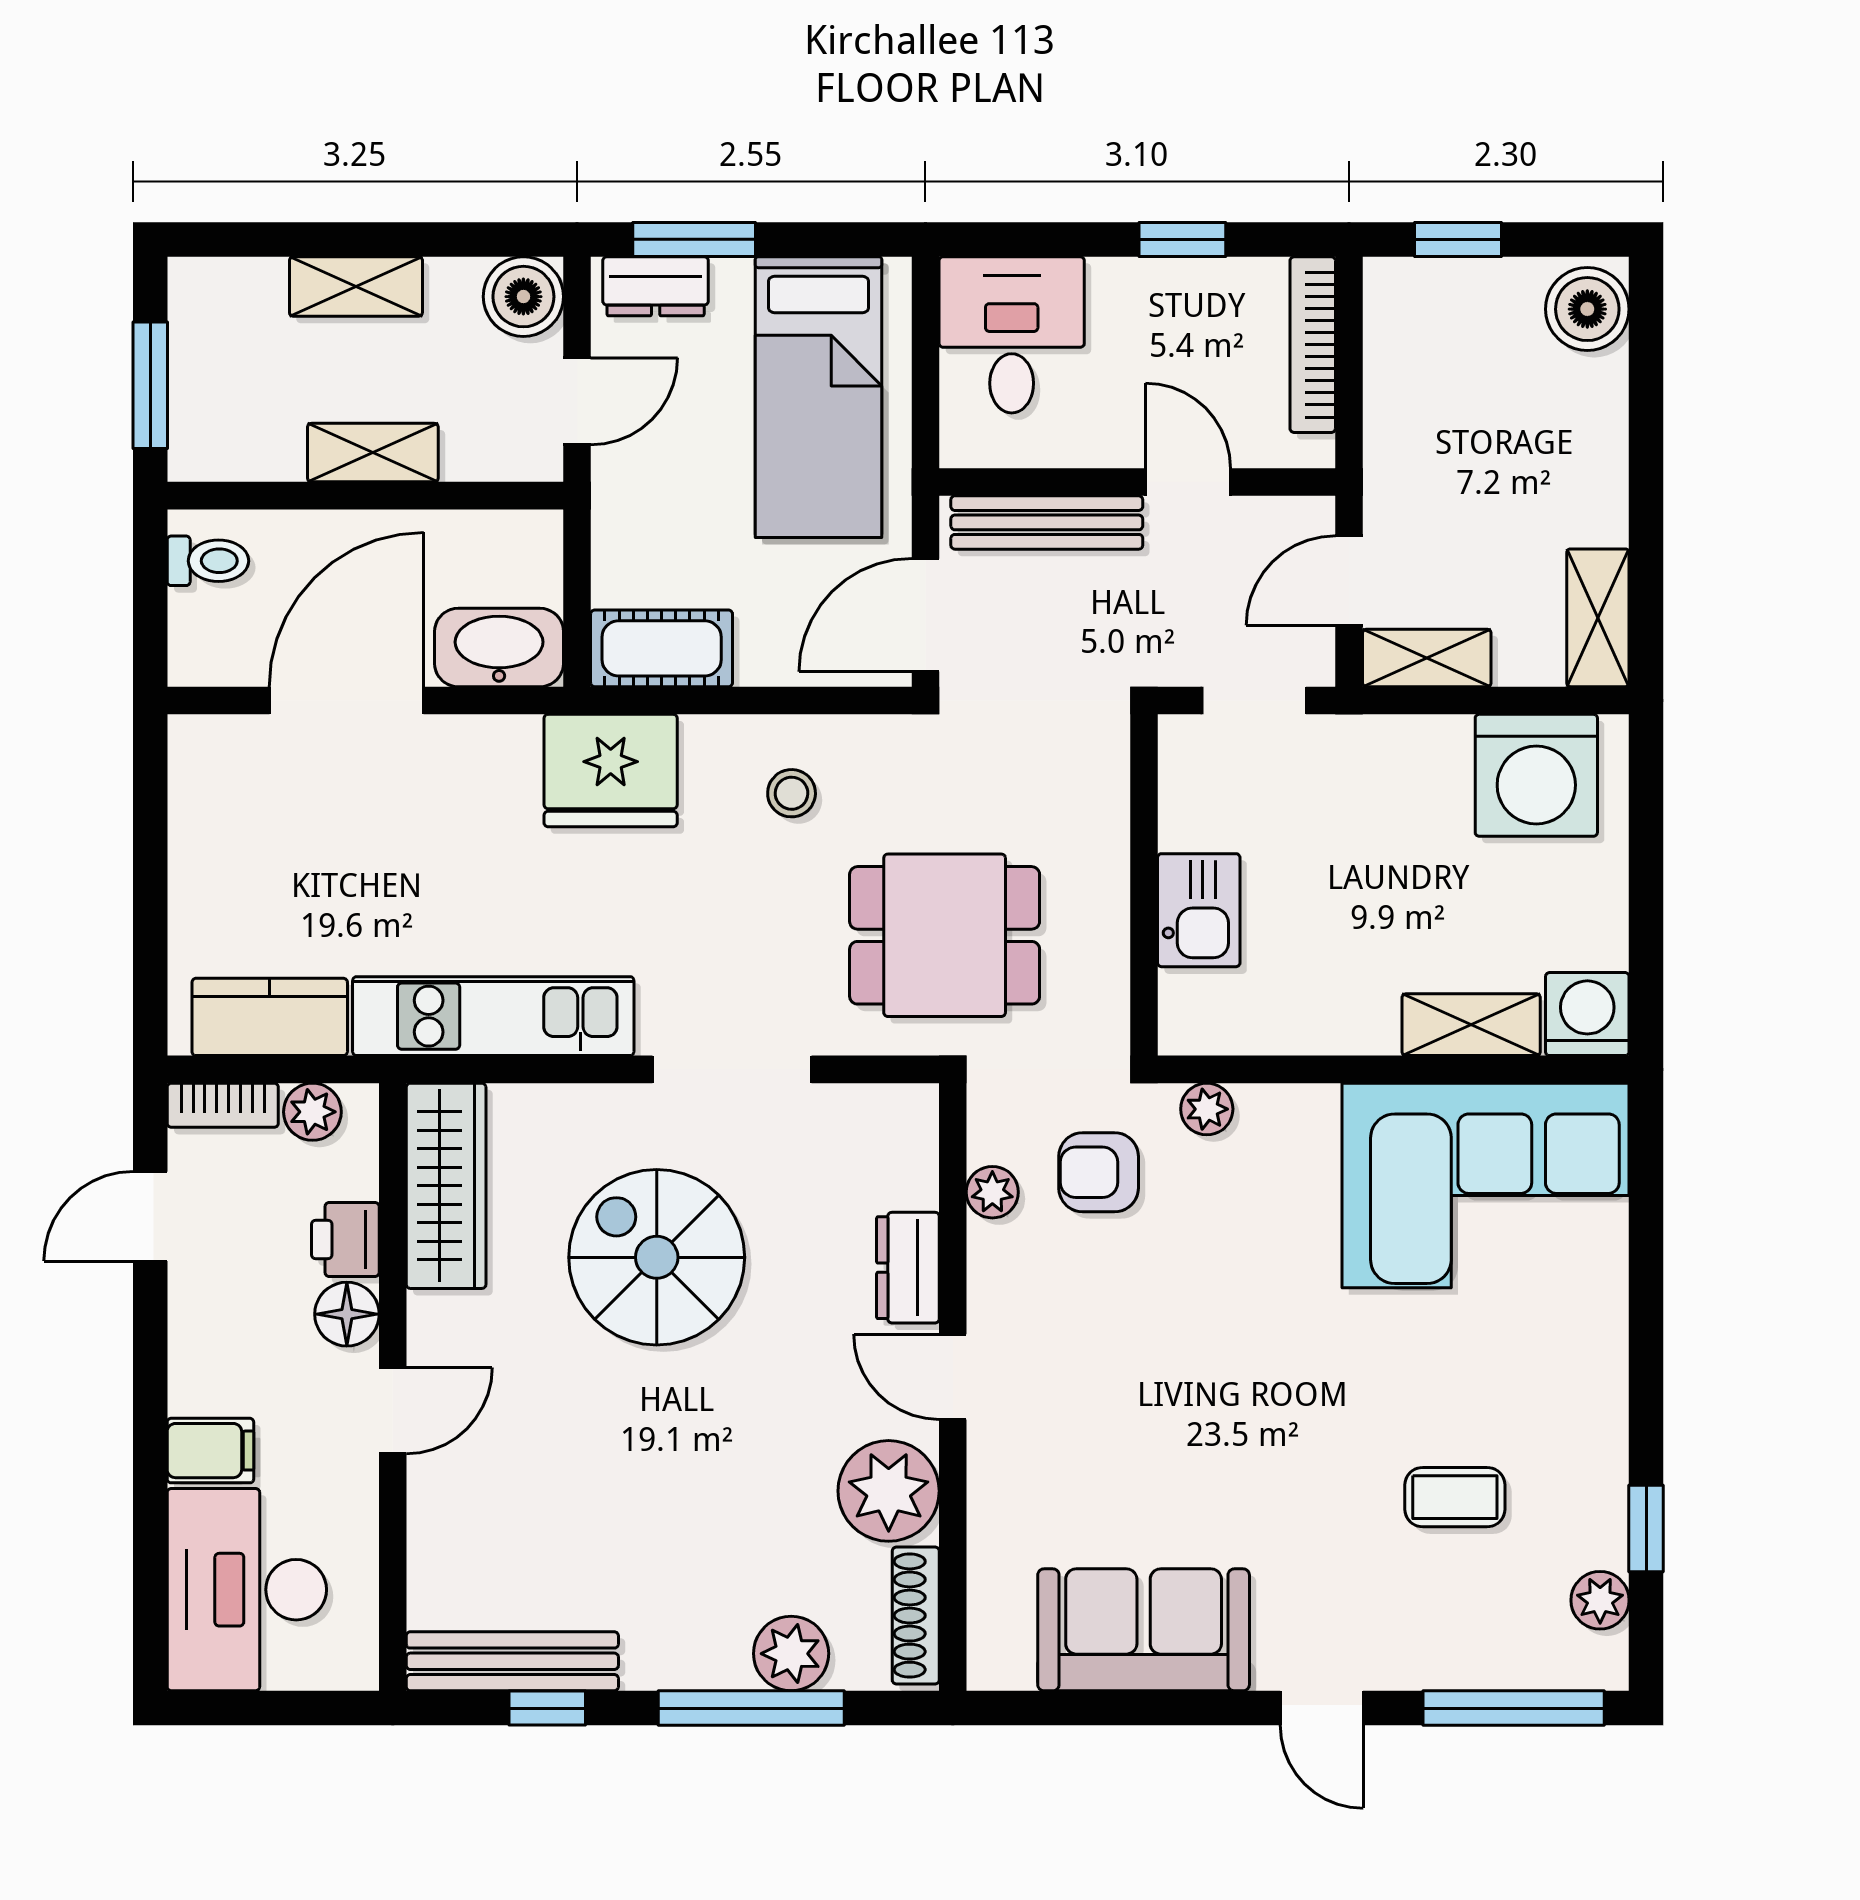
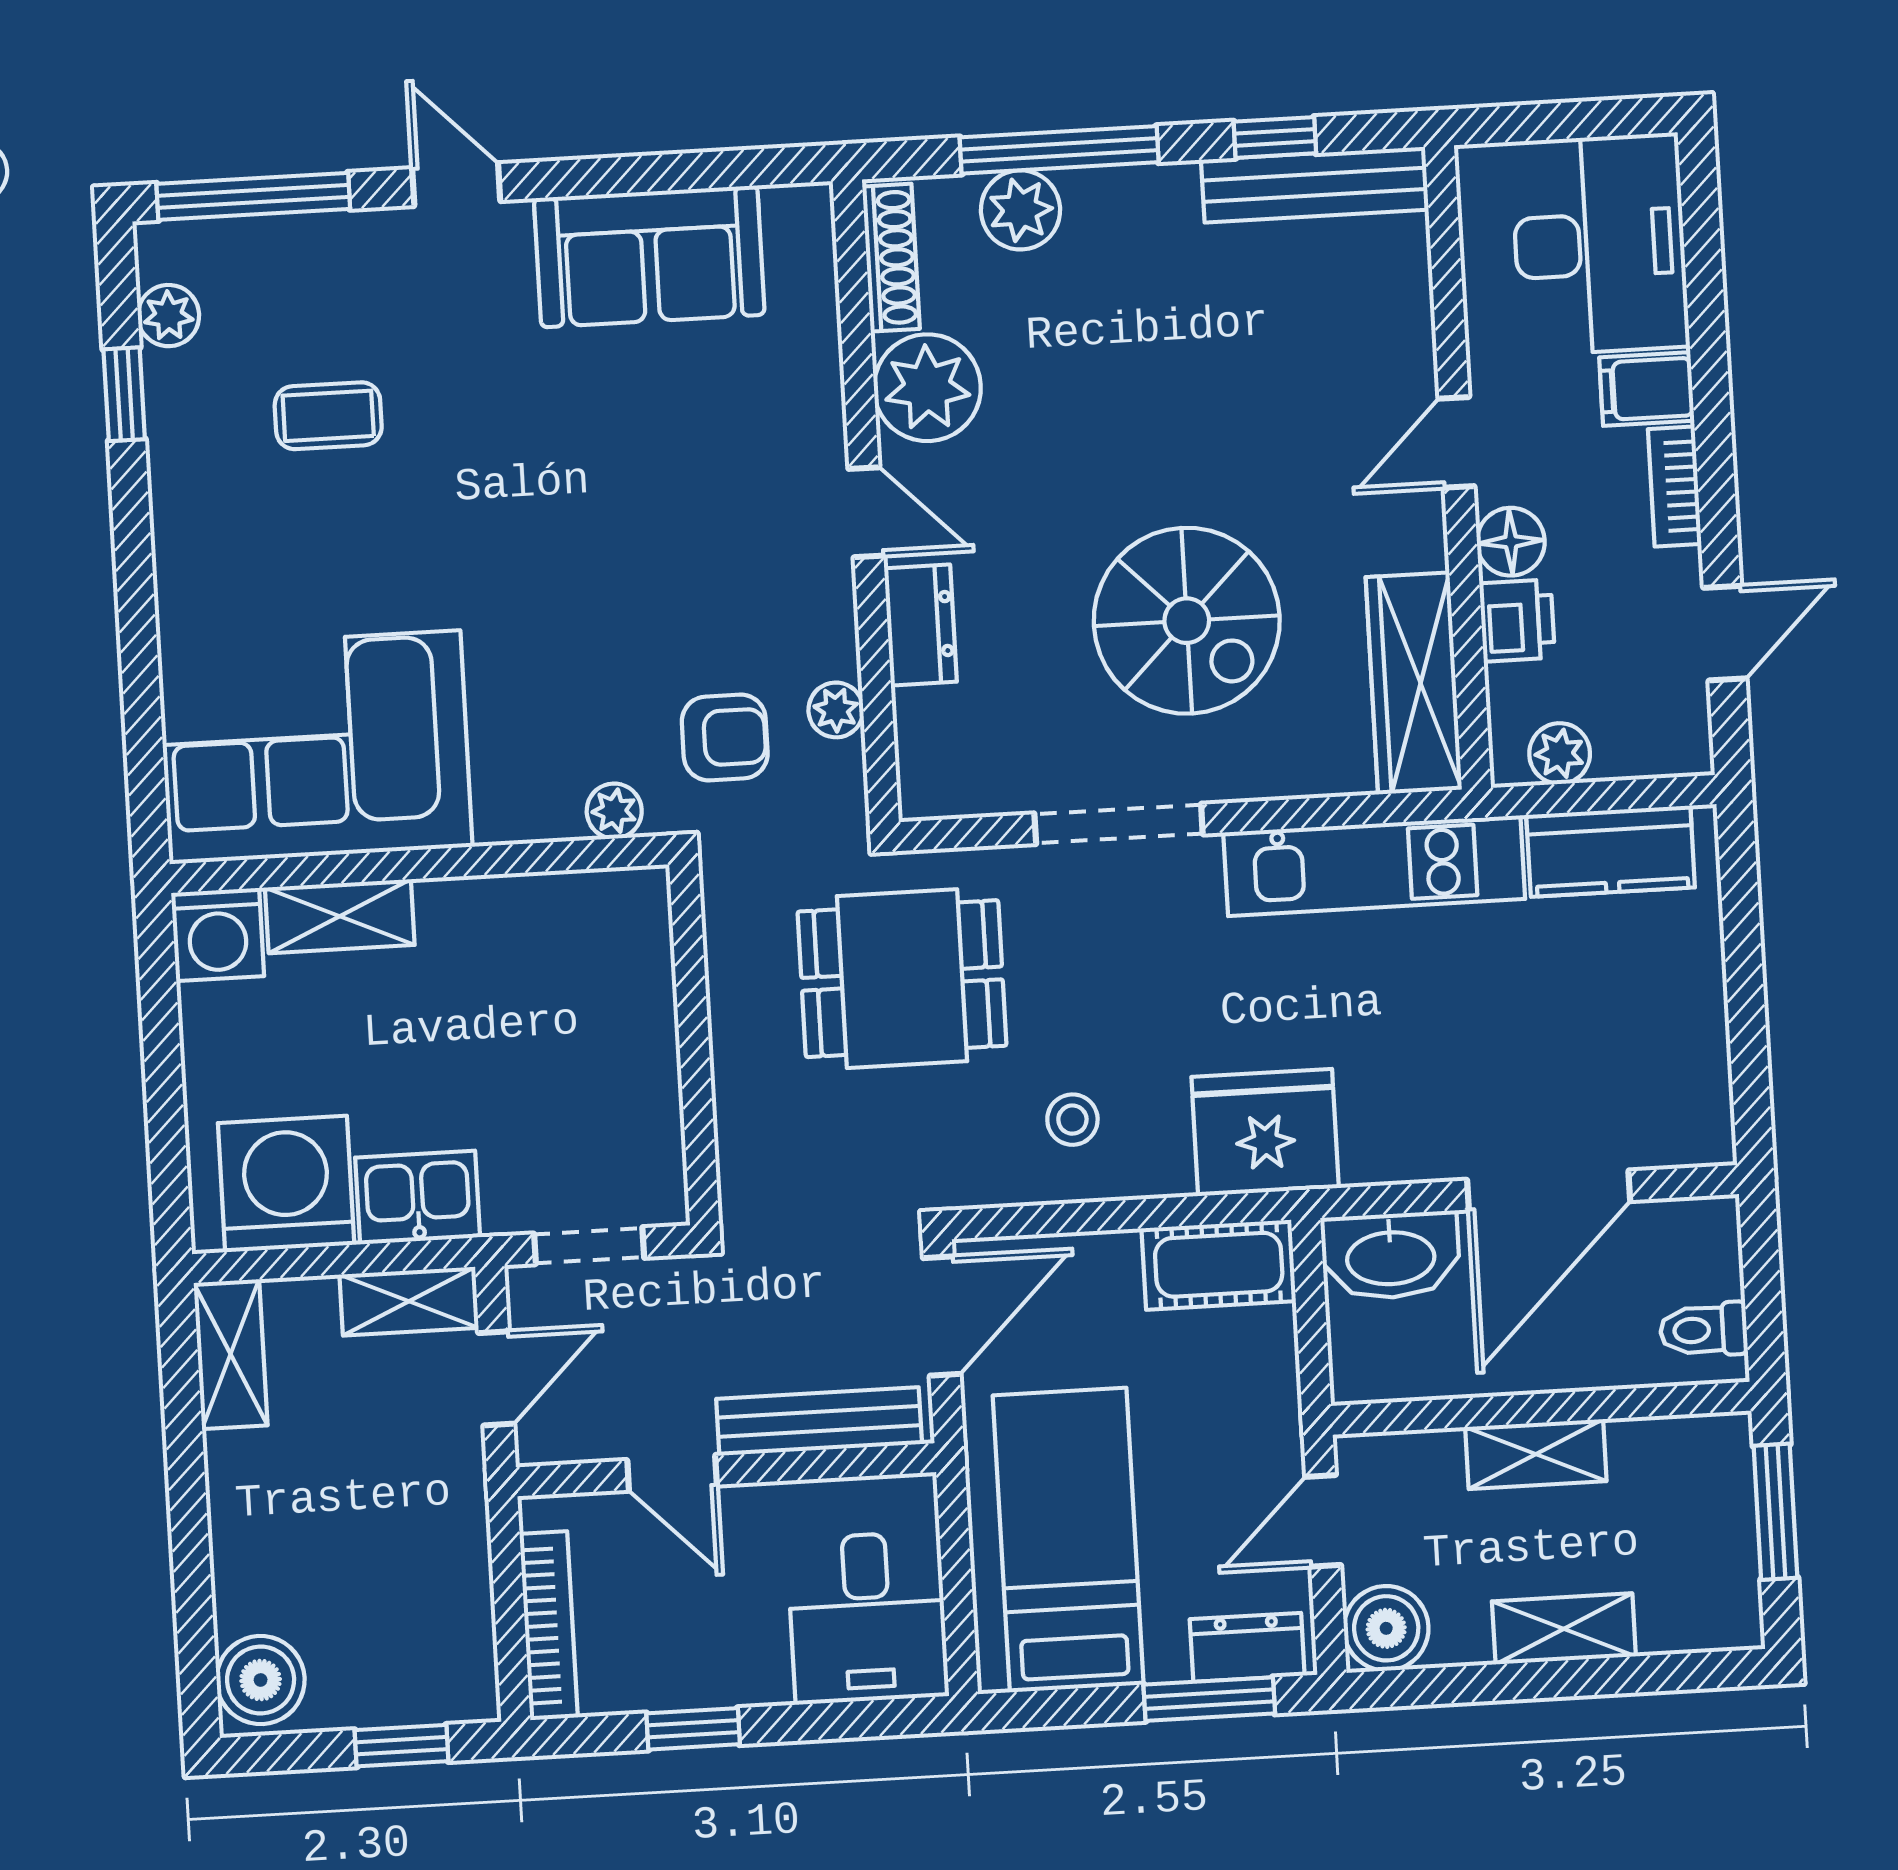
kitchen sink: (1199, 910) -> (418, 1198), moved, turned 90
bookcase: (223, 1105) -> (1675, 486), moved, turned -90

